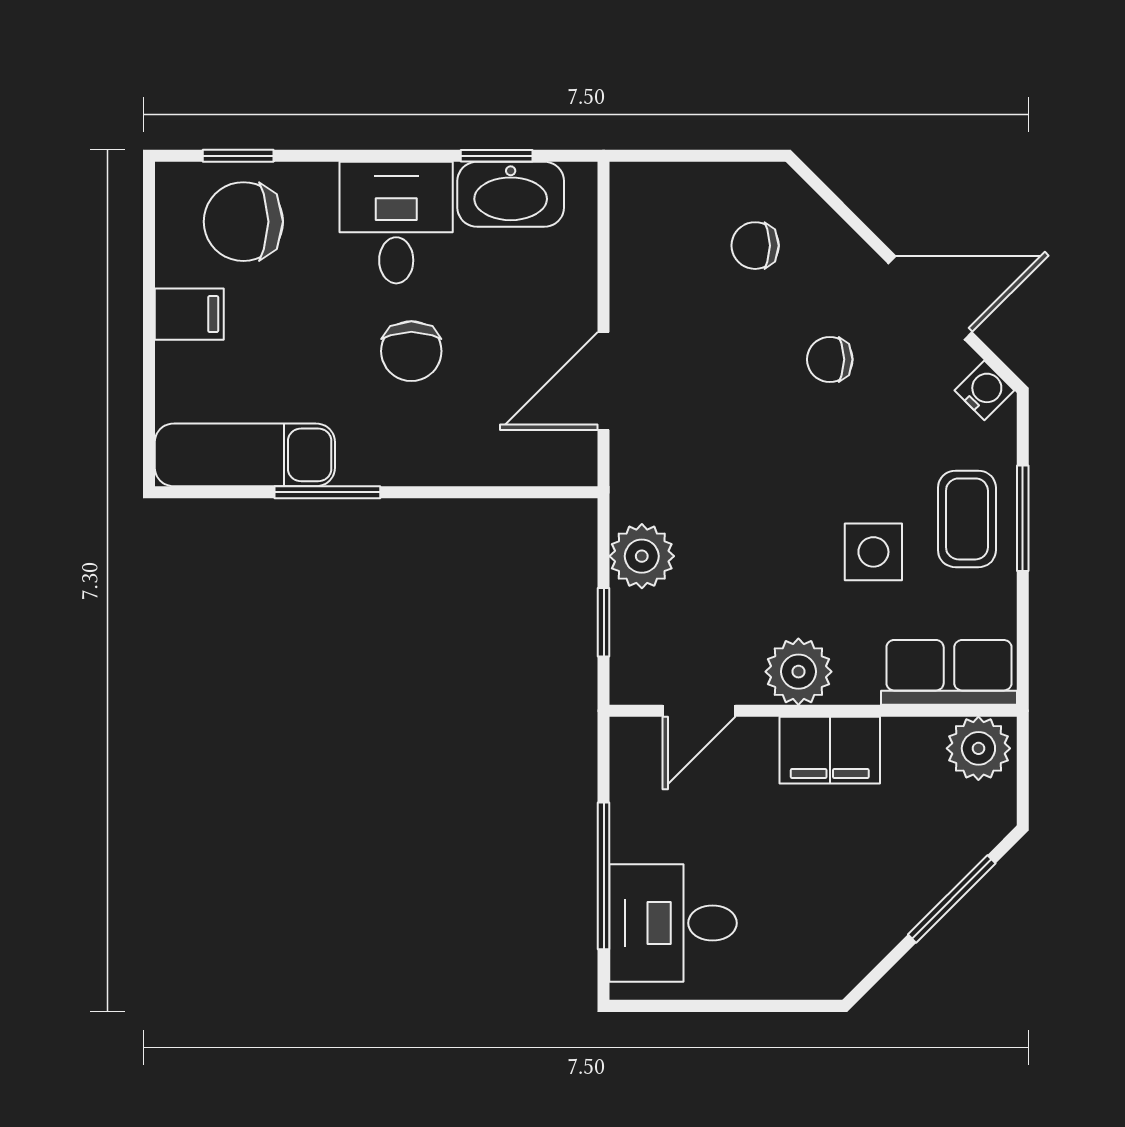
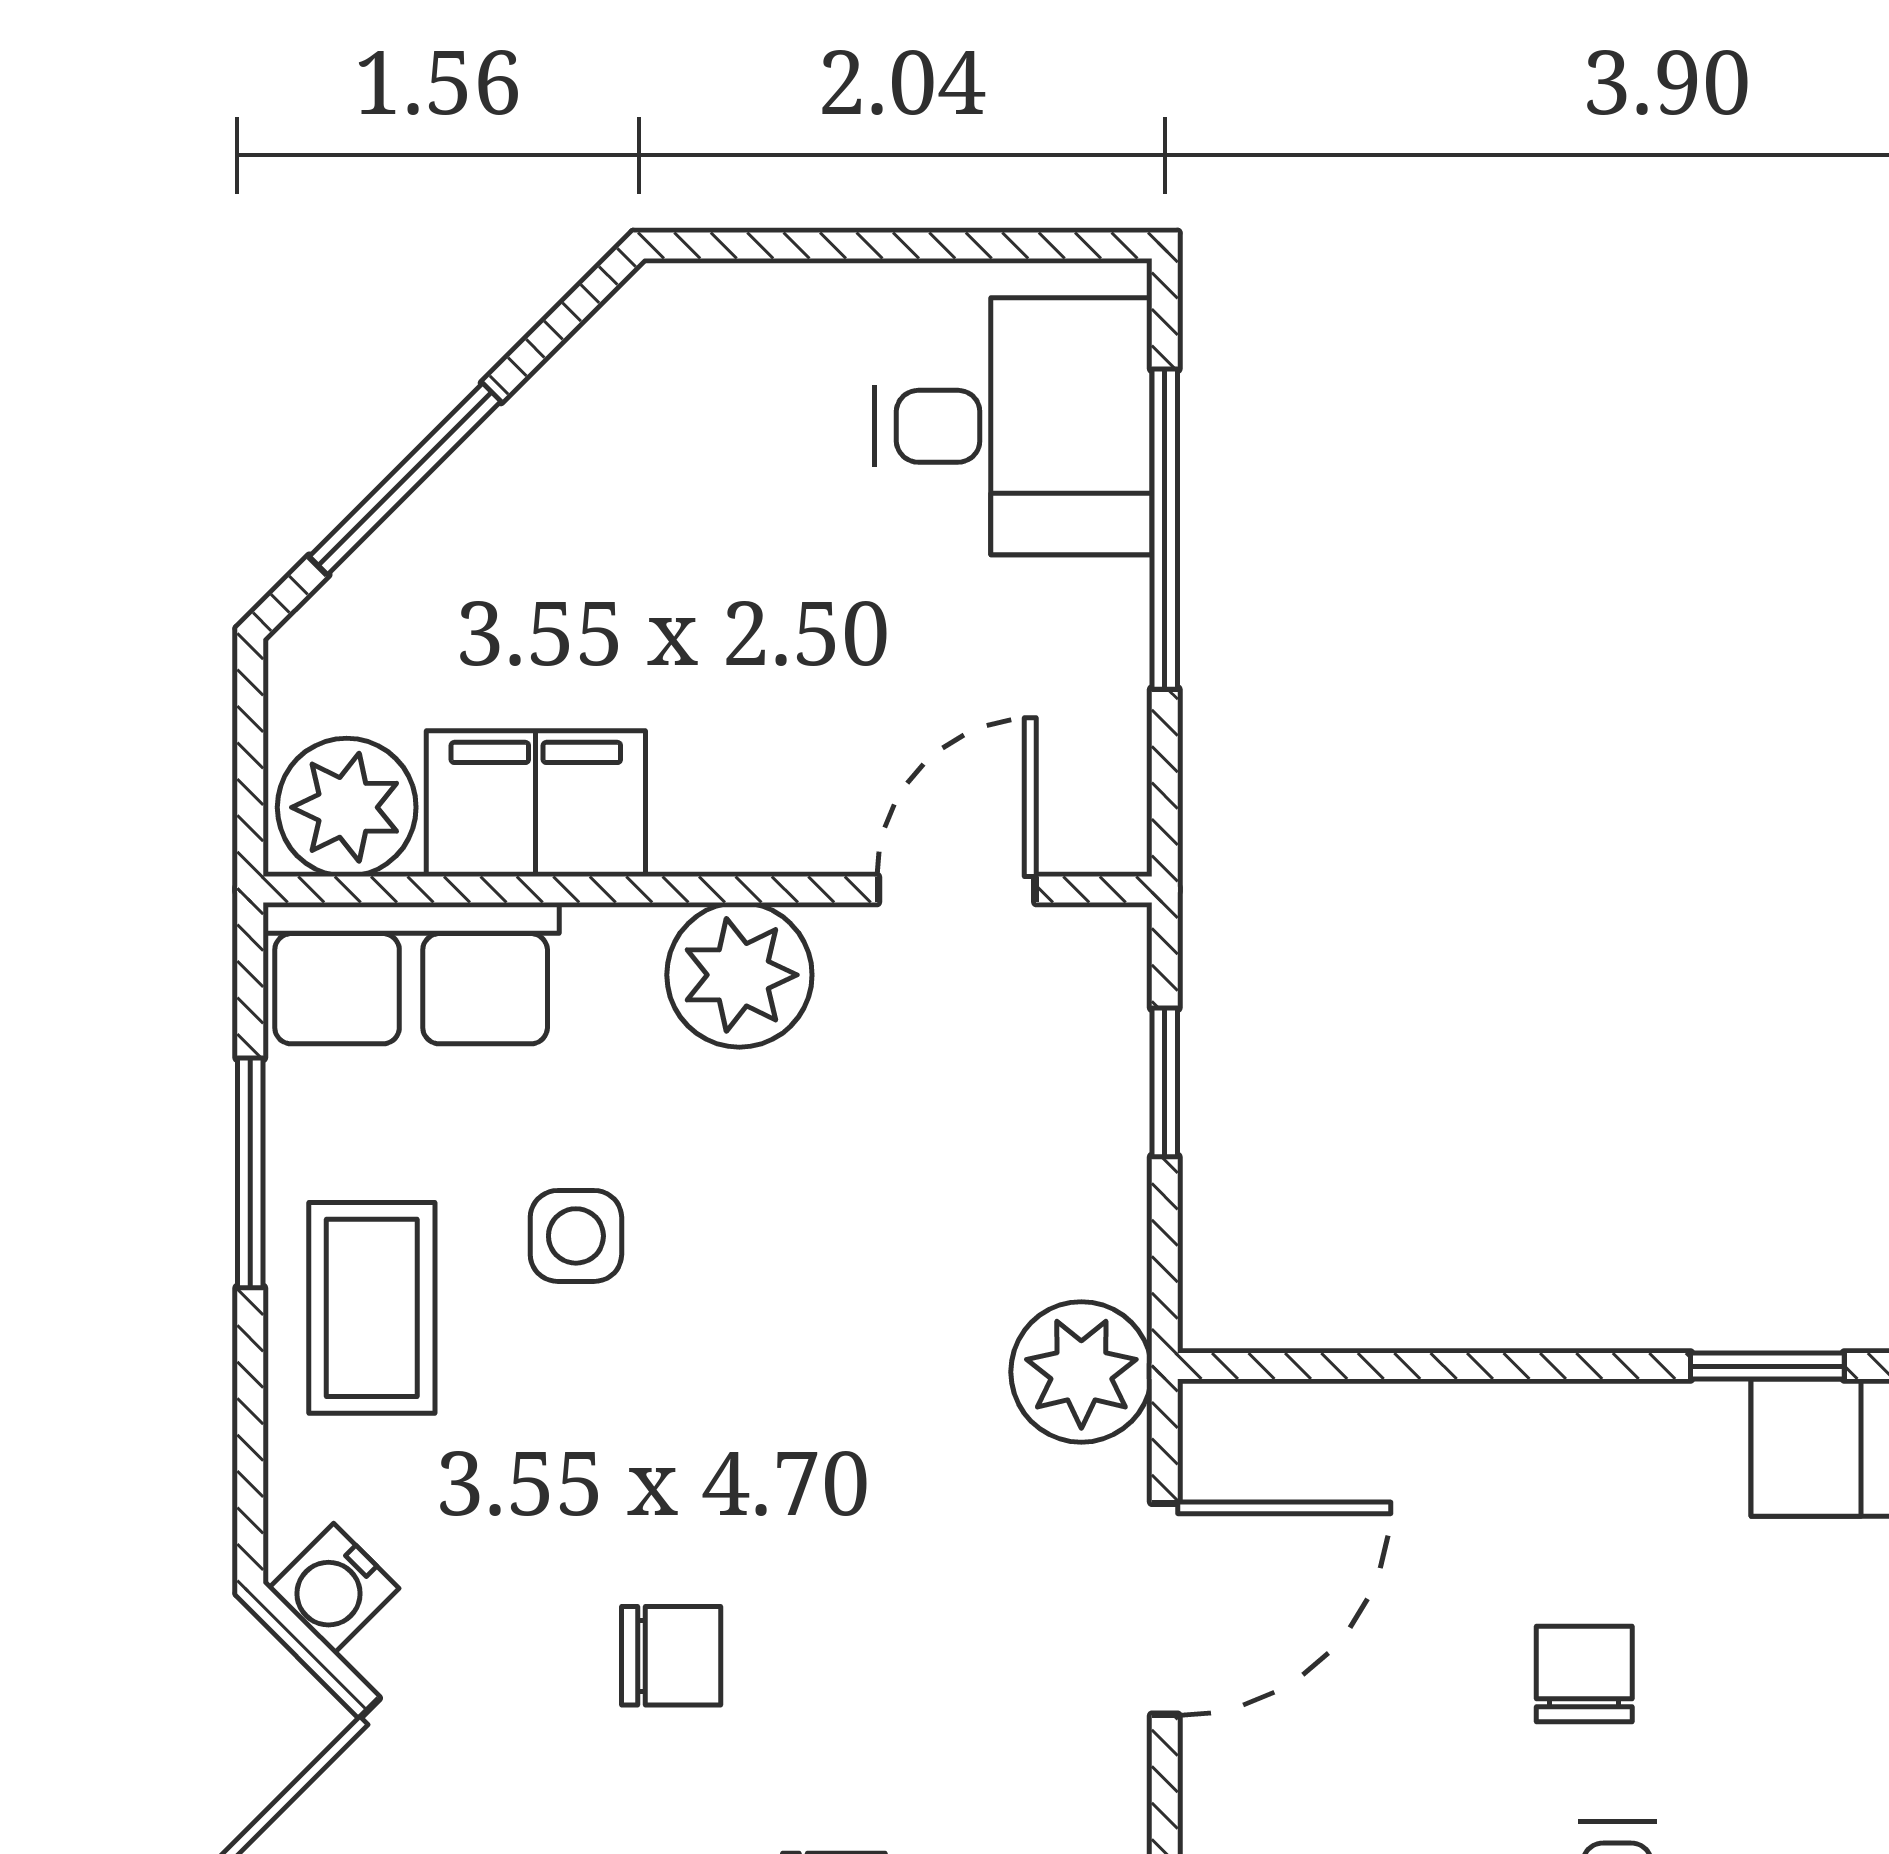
chair: (411, 351) -> (1584, 1674), width x0.73, depth x0.73
window: (327, 492) -> (1767, 1366), width x0.67
window: (1023, 518) -> (250, 1173), moved
side table: (873, 552) -> (576, 1236), width x0.73, depth x0.73
plant: (642, 556) -> (1081, 1372), moved
filing cabinet: (830, 750) -> (536, 804), moved

